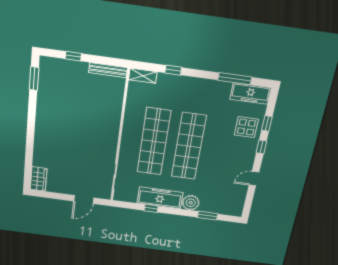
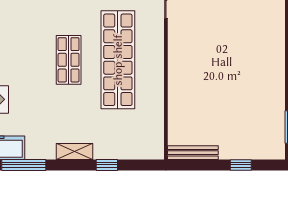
shelving: (143, 76) -> (75, 152), moved
shop shelf: (189, 146) -> (69, 60), width x0.50, depth x0.74

